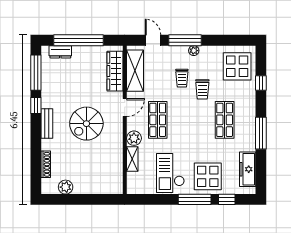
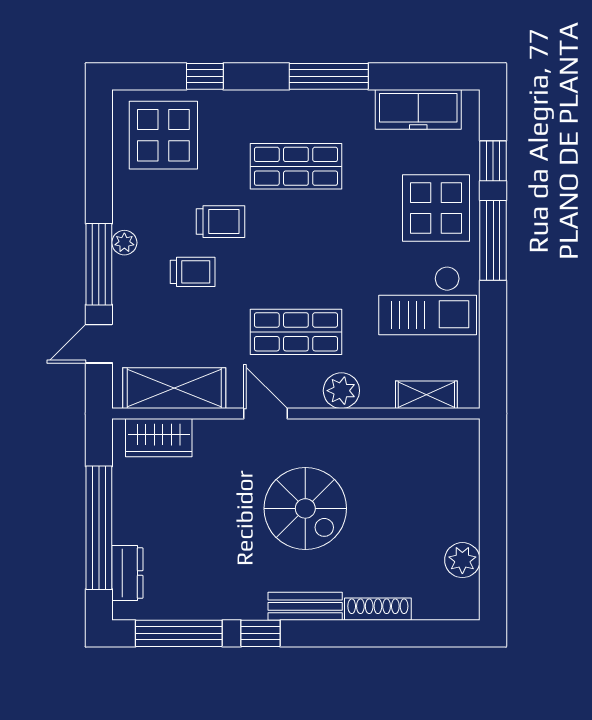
wardrobe: (115, 71) -> (159, 438), width x0.67
shelving: (132, 159) -> (426, 395), moved
shoe rack: (46, 164) -> (378, 609), moved

